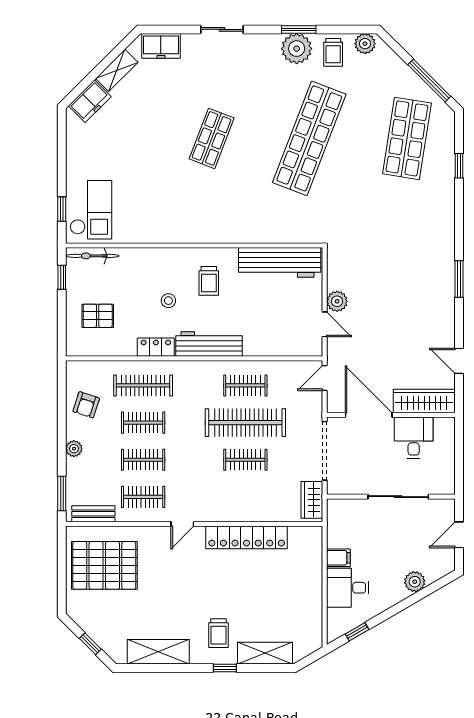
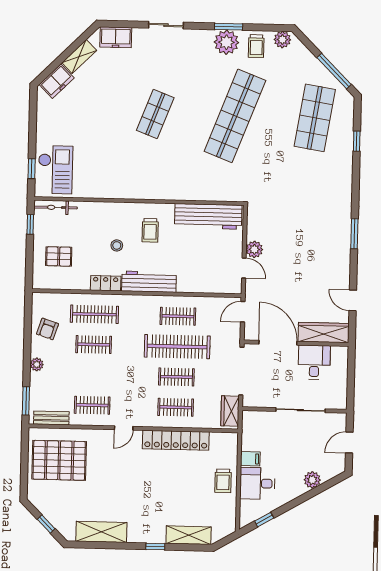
clothes rail: (143, 460) -> (176, 407), moved
trolley: (218, 633) -> (223, 481), moved

